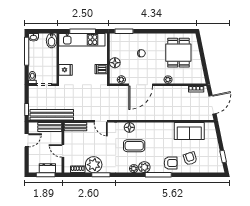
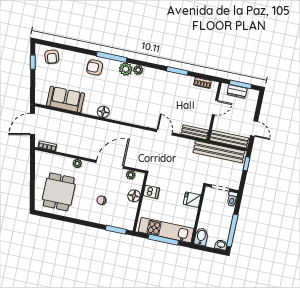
bench: (50, 127) -> (229, 139), width x1.36
floor lamp: (129, 127) -> (103, 112), moved
door: (27, 140) -> (254, 128), swing flipped
coffee table: (134, 146) -> (132, 96), removed
door: (63, 151) -> (215, 107), hinge flipped
armchair: (190, 158) -> (52, 57), moved
plant: (94, 165) -> (183, 84), removed

